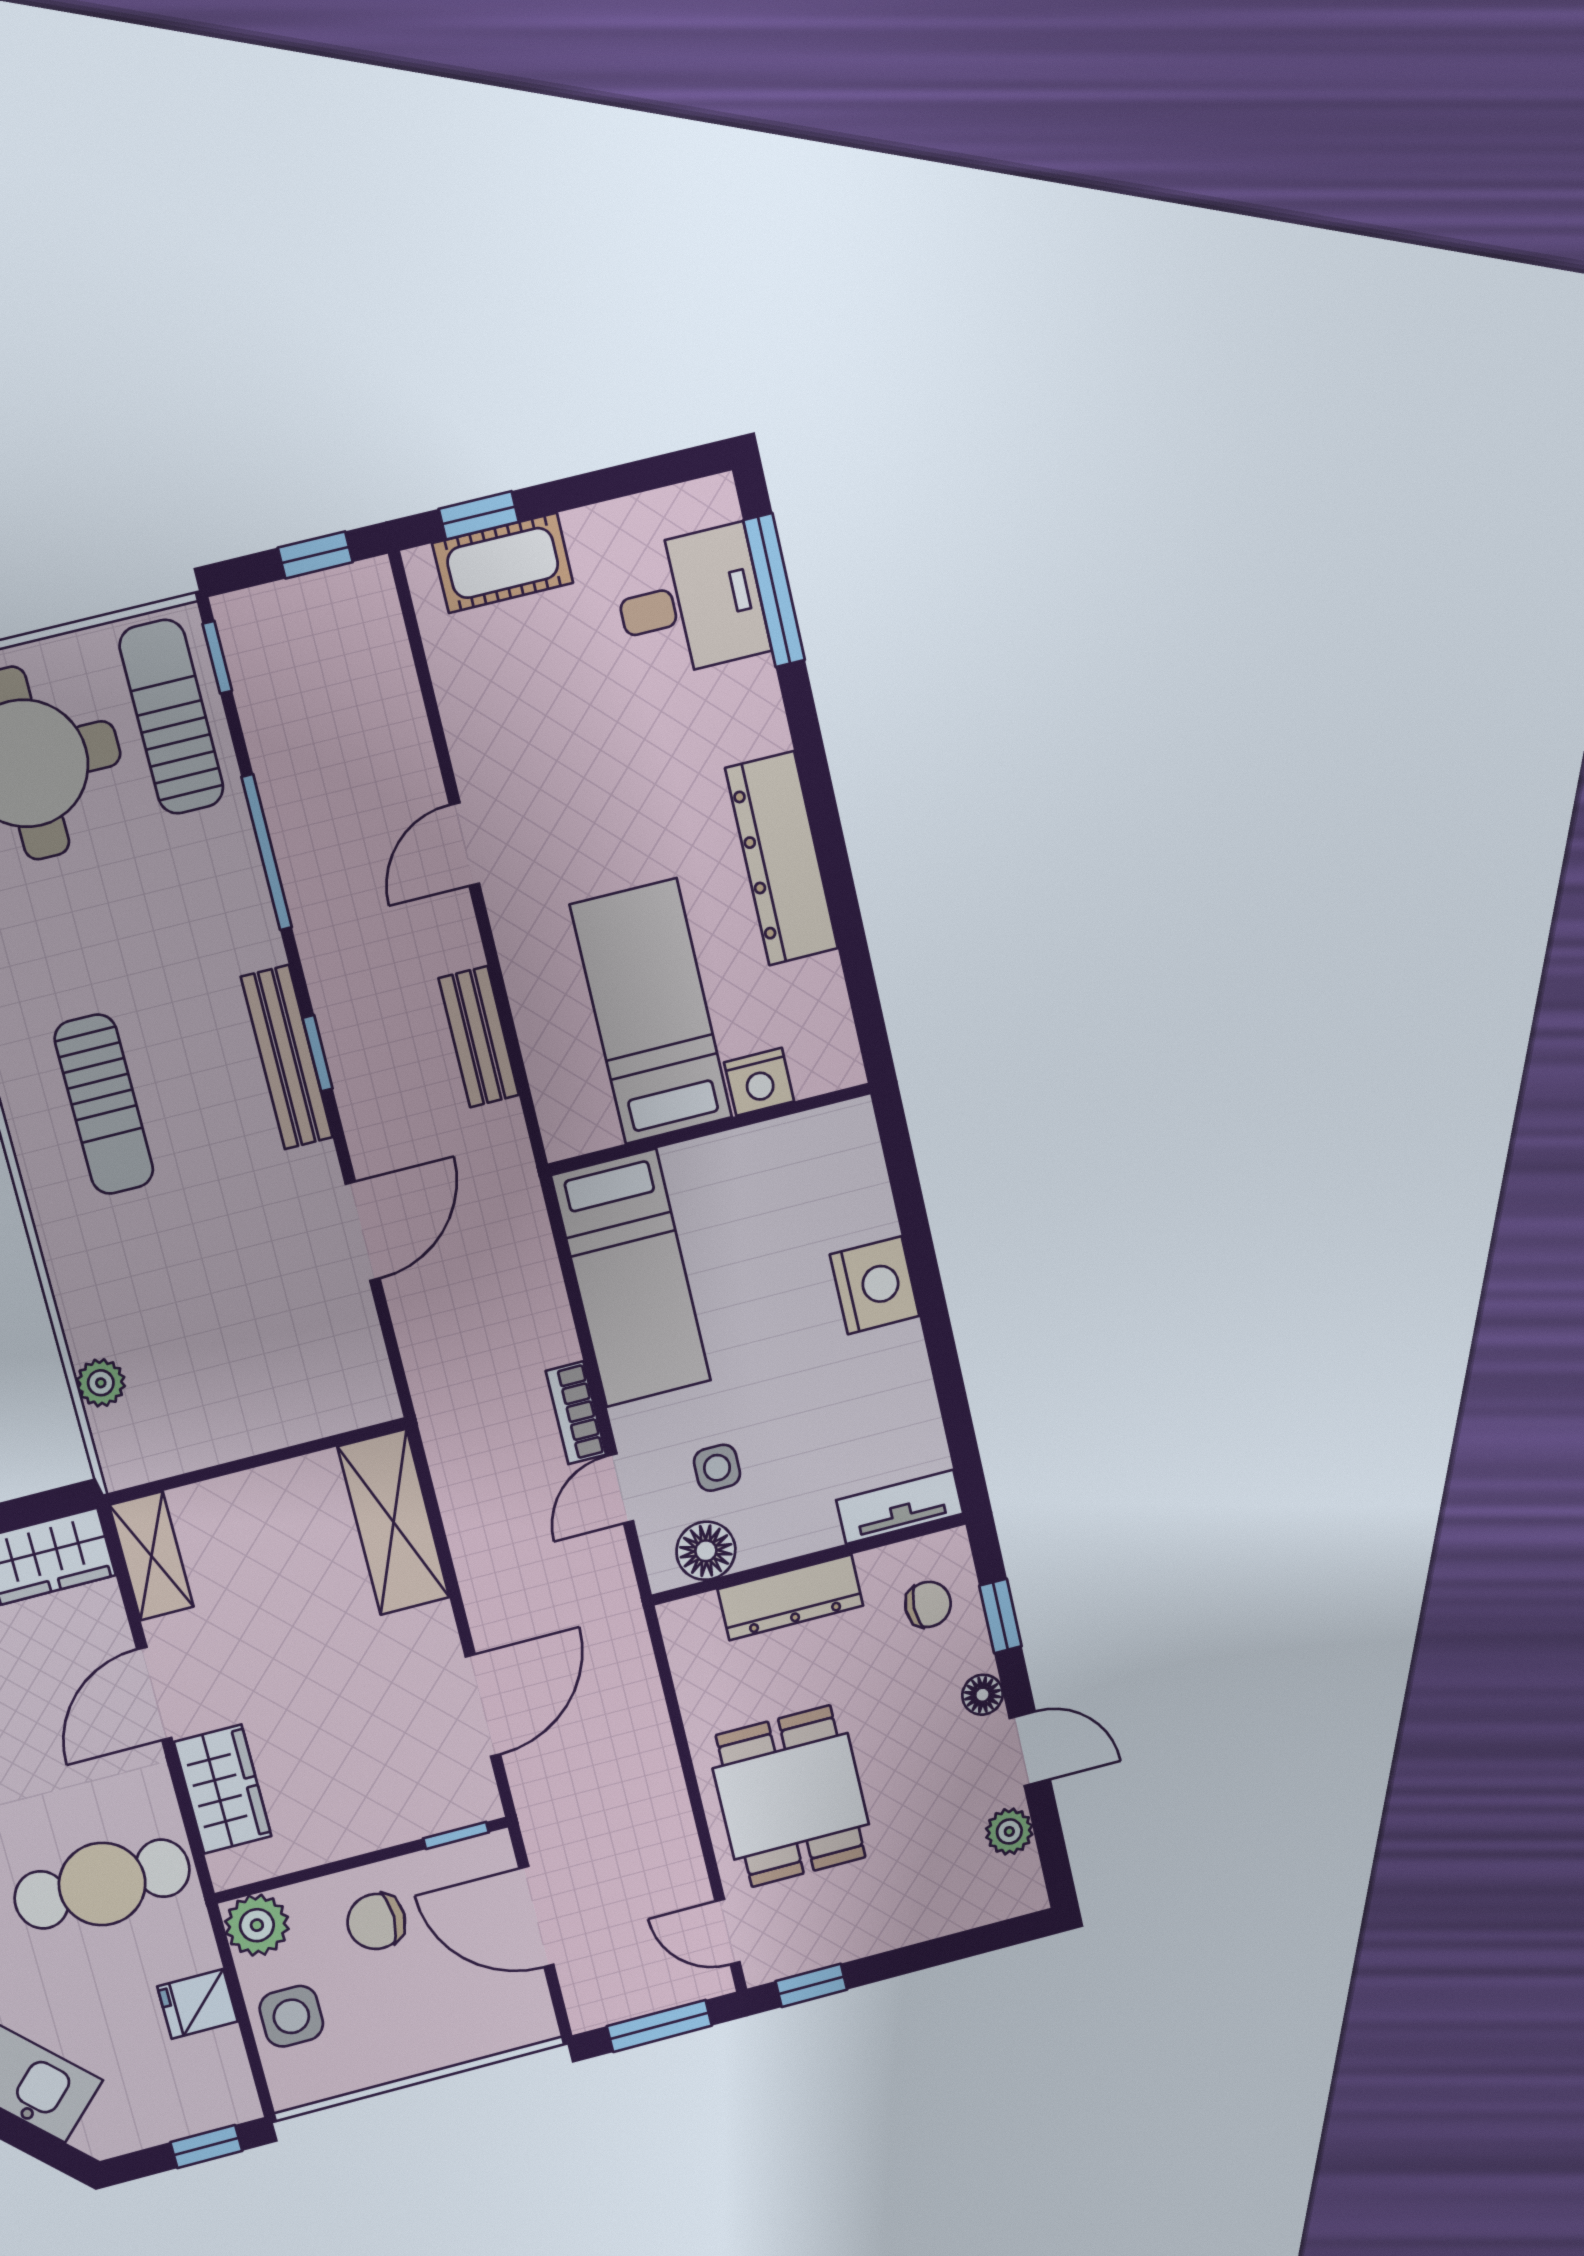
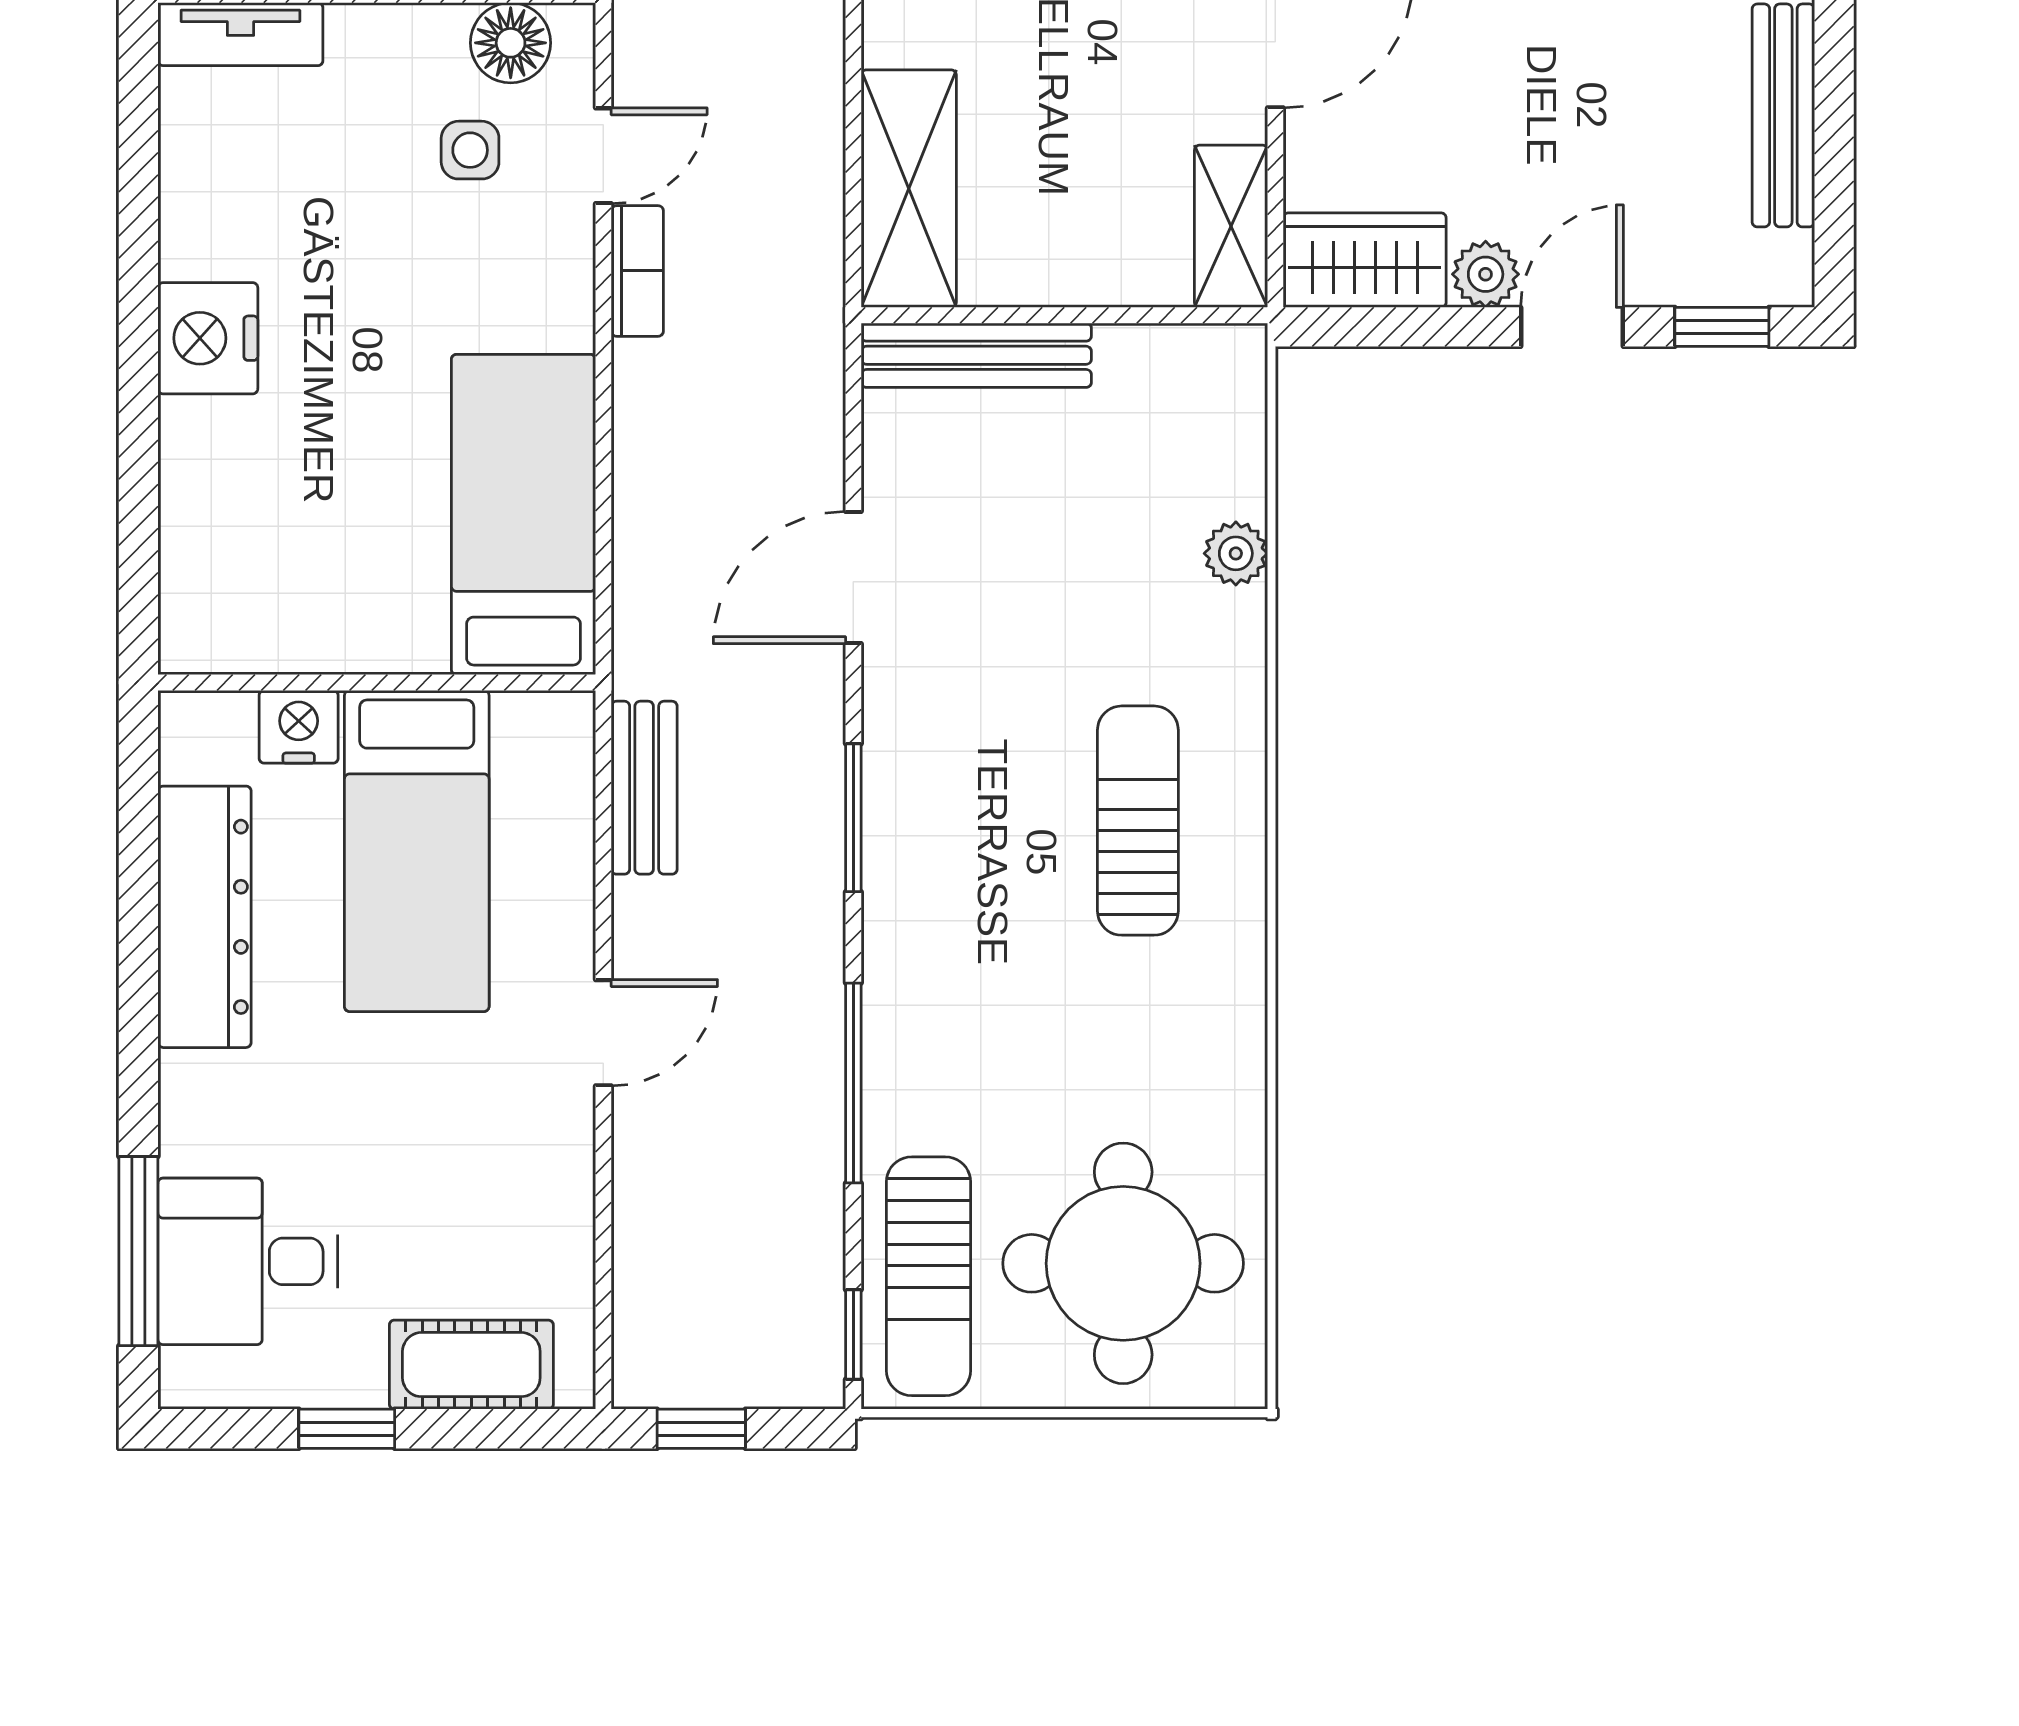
window: (479, 515) -> (347, 1429), moved
bed: (651, 1012) -> (417, 851), moved
window: (318, 1053) -> (853, 818), width x1.50
bench: (287, 1057) -> (976, 355), moved, turned 90
nightstand: (759, 1082) -> (299, 727), moved
wall: (709, 1129) -> (377, 682), moved
bed: (631, 1278) -> (523, 515), moved
plant: (101, 1383) -> (1236, 553), moved

